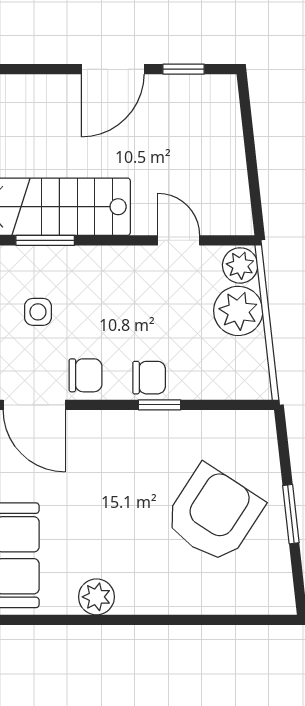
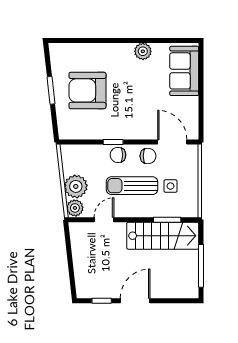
door: (179, 240) -> (104, 220), swing flipped
sun lounger: (119, 313) -> (132, 186), added
chair: (86, 375) -> (148, 156), turned 180
armchair: (214, 514) -> (87, 90), turned 57

